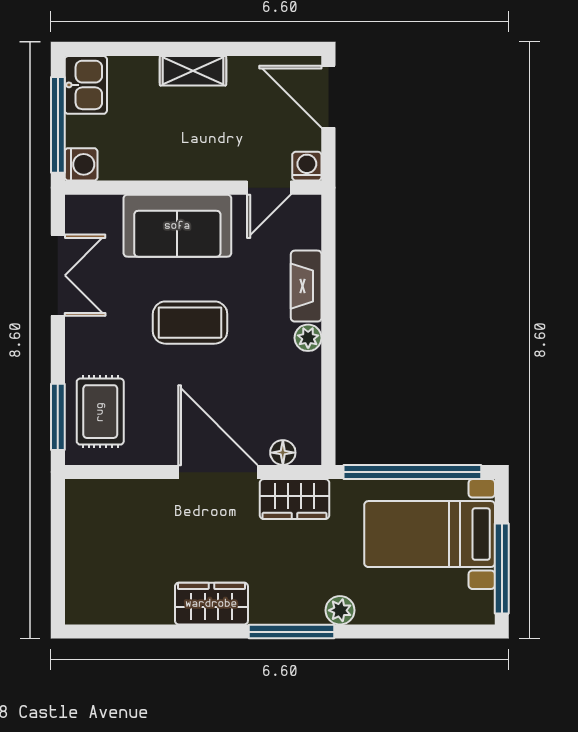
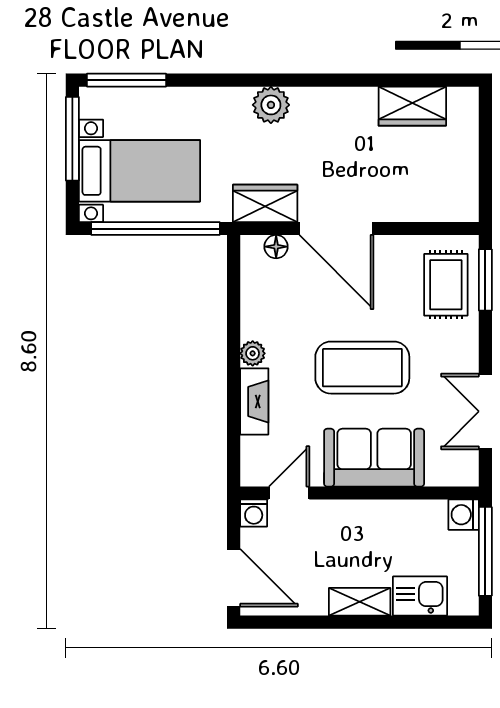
kitchen sink: (86, 85) -> (420, 596), moved, turned 90
coffee table: (190, 323) -> (362, 368), width x1.36, depth x1.32
wardrobe: (211, 604) -> (412, 106), moved
plant: (340, 610) -> (271, 105), moved, width x1.38, depth x1.38
window: (291, 632) -> (127, 80), moved

